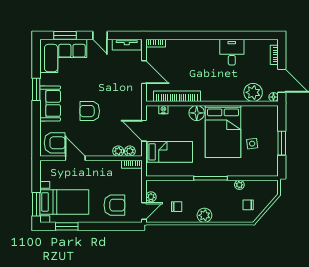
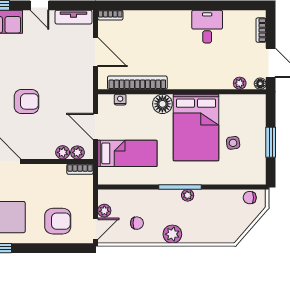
plant: (253, 92) -> (240, 83), width x0.53, depth x0.53
armchair: (90, 111) -> (27, 101), turned 180
plant: (239, 185) -> (188, 195), moved
chair: (248, 205) -> (250, 198), moved

